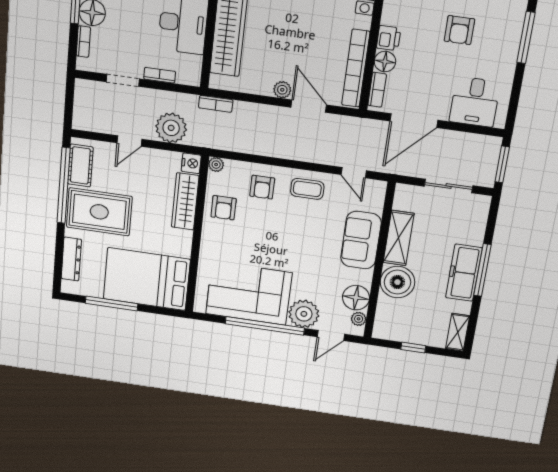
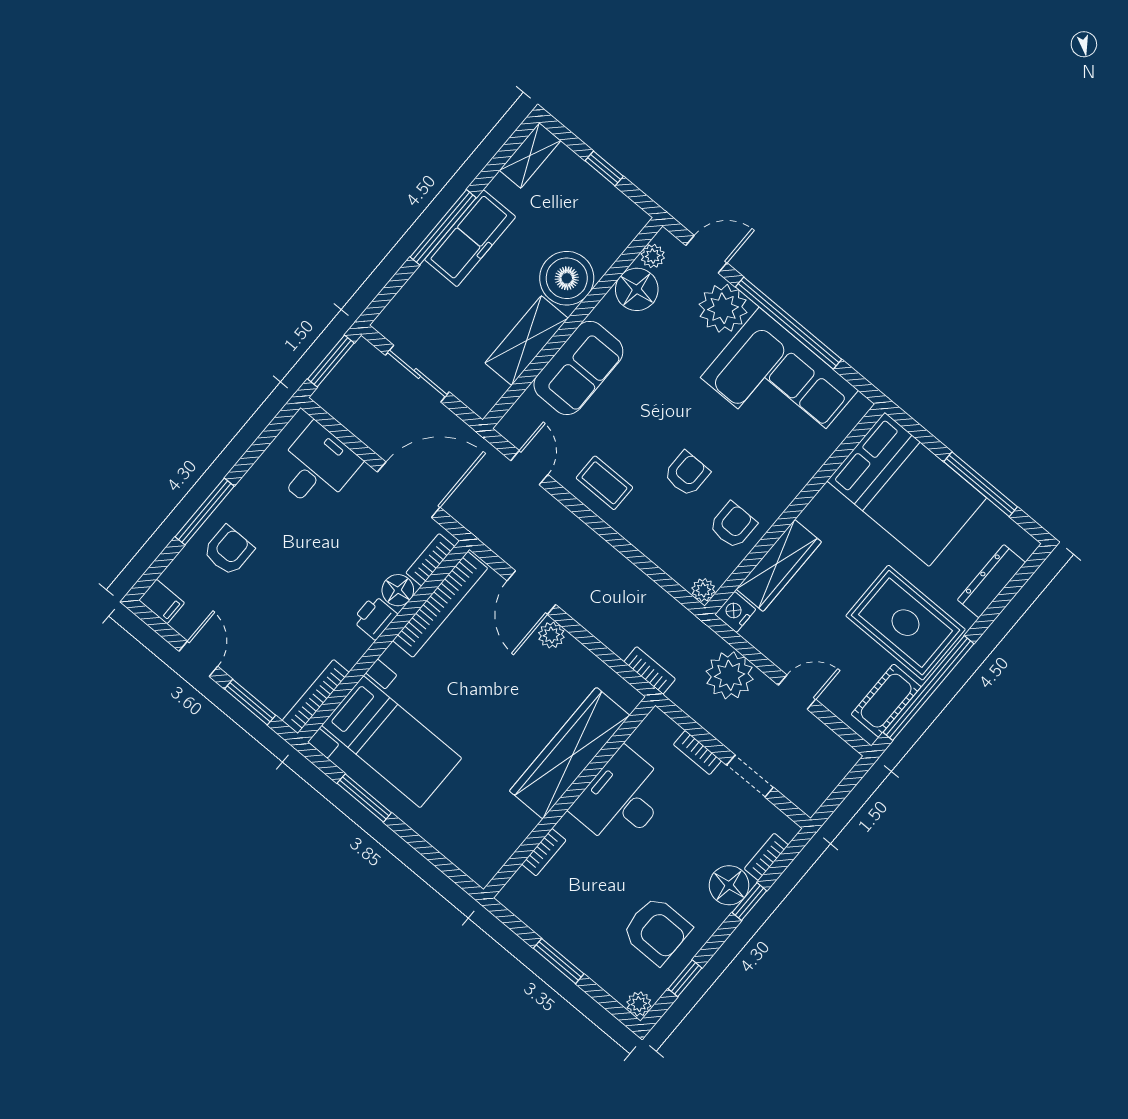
armchair: (459, 30) -> (229, 551), moved
armchair: (262, 187) -> (687, 474), moved

